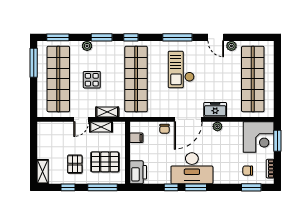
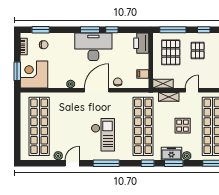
door: (216, 37) -> (72, 163), hinge flipped
freezer: (215, 110) -> (171, 154), moved, turned 180
shelving: (101, 127) -> (163, 84), moved
pallet: (105, 162) -> (171, 52), turned 90

